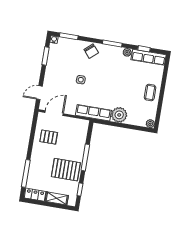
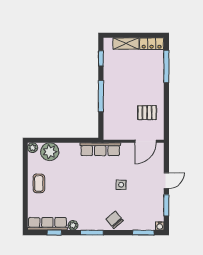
door: (39, 93) -> (166, 181), moved
plant: (119, 115) -> (50, 152), moved
pallet: (66, 170) -> (121, 78), removed

